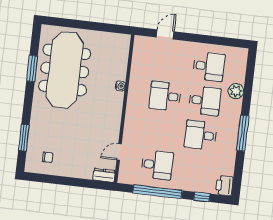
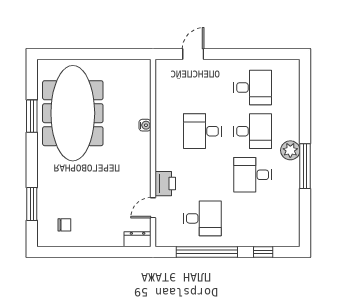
plant: (236, 91) -> (290, 150), moved
printer: (224, 186) -> (165, 184), moved, turned 180

